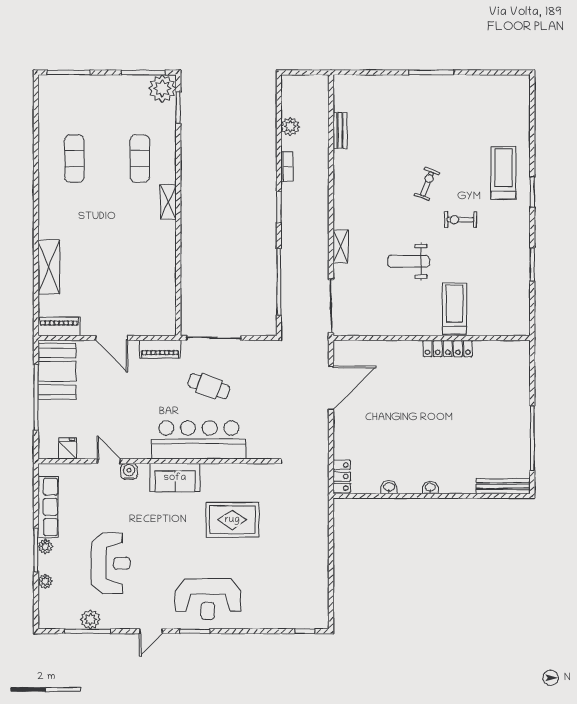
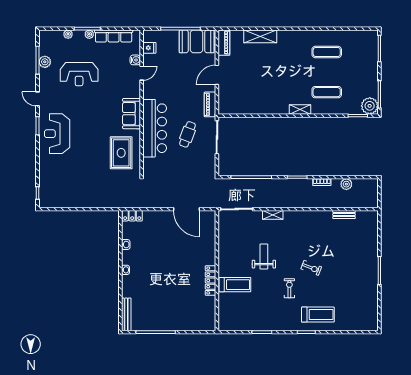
water cooler: (129, 471) -> (135, 60), moved
rug: (232, 520) -> (121, 153), moved

